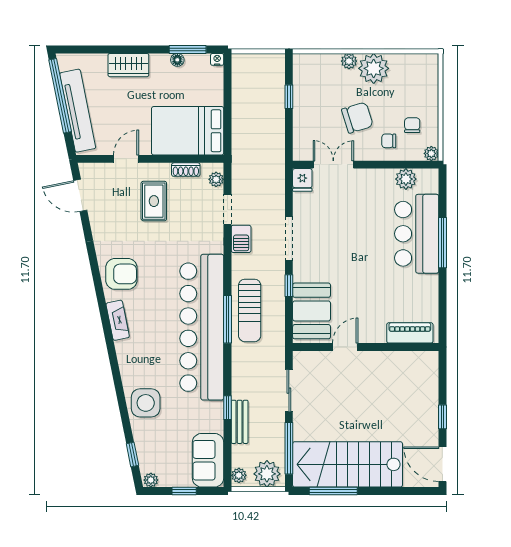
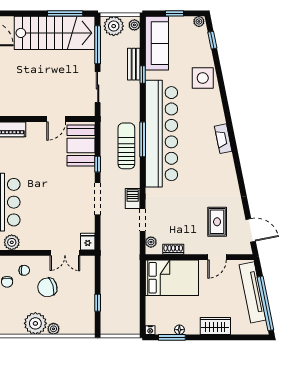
rug: (154, 201) -> (217, 222), moved
armchair: (121, 274) -> (220, 173), removed
sofa: (208, 460) -> (157, 43), width x1.36

